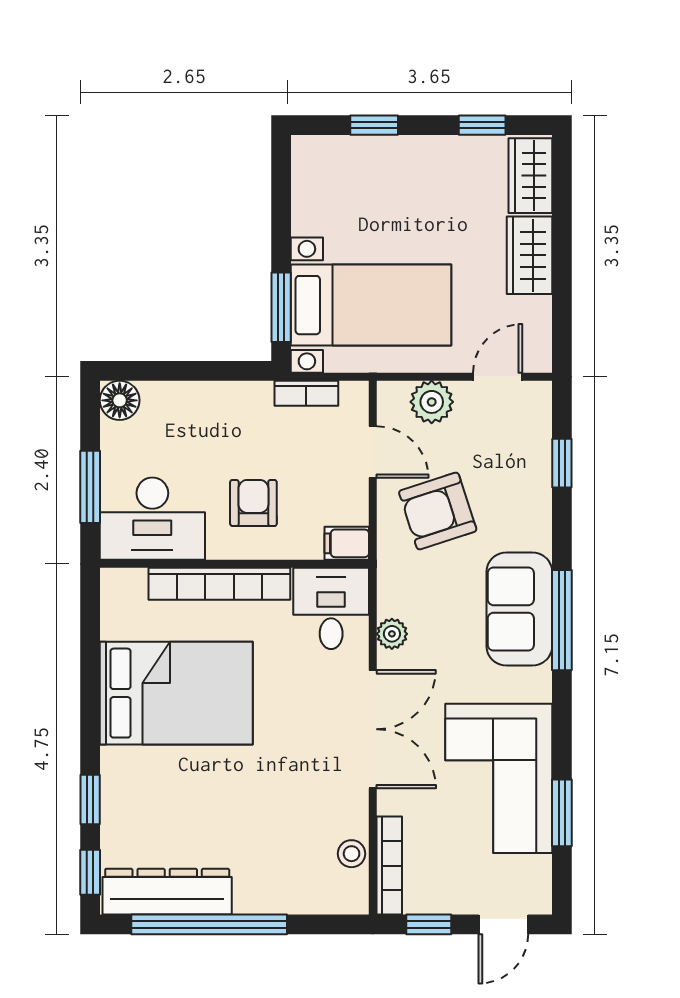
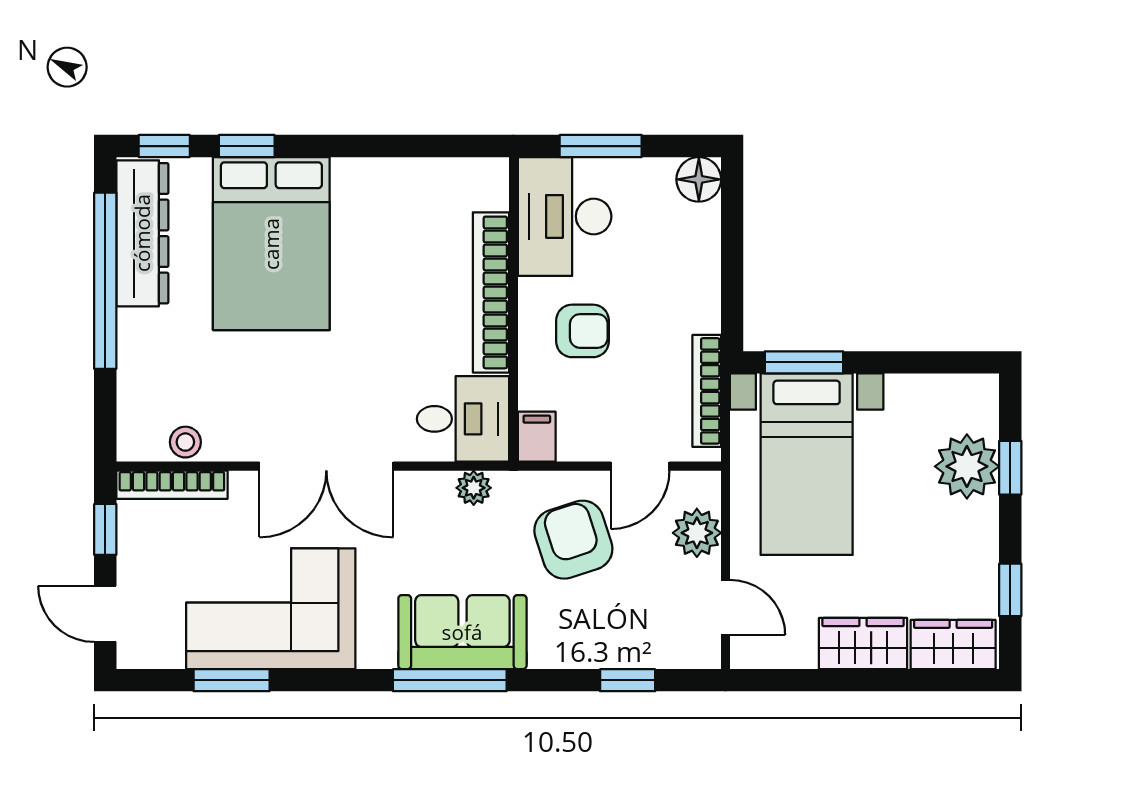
plant: (373, 163) -> (967, 466), added
bookcase: (306, 393) -> (707, 391), width x1.56
plant: (392, 634) -> (474, 488), moved
bed: (176, 693) -> (271, 244), moved

